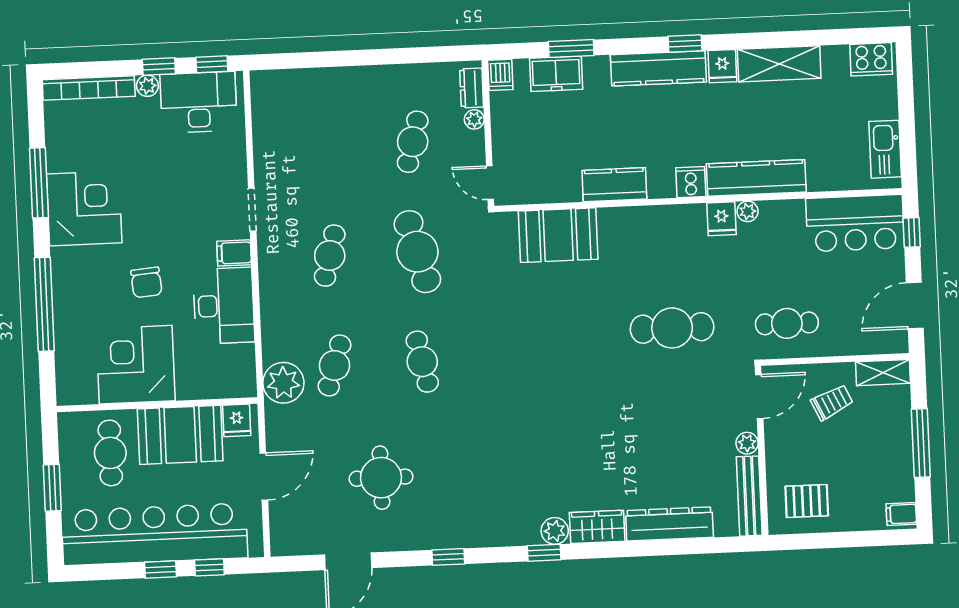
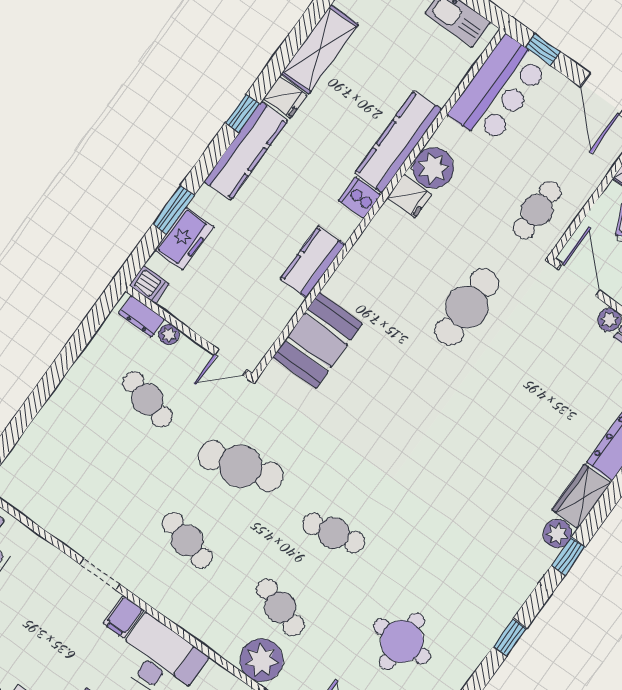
plant: (748, 211) -> (433, 168), width x1.88, depth x1.88

